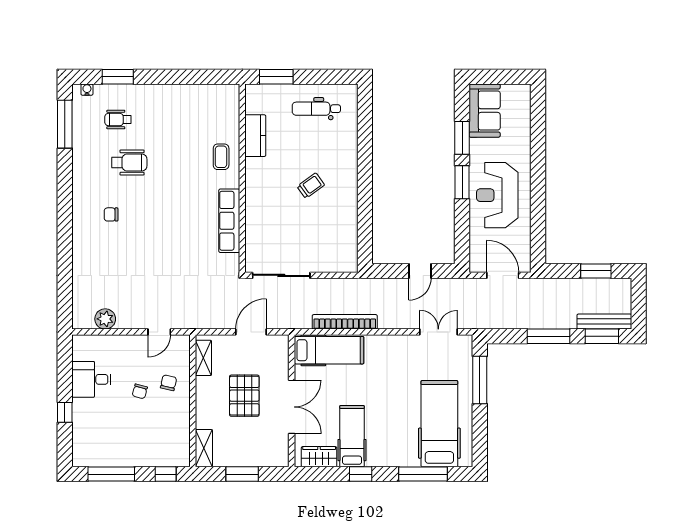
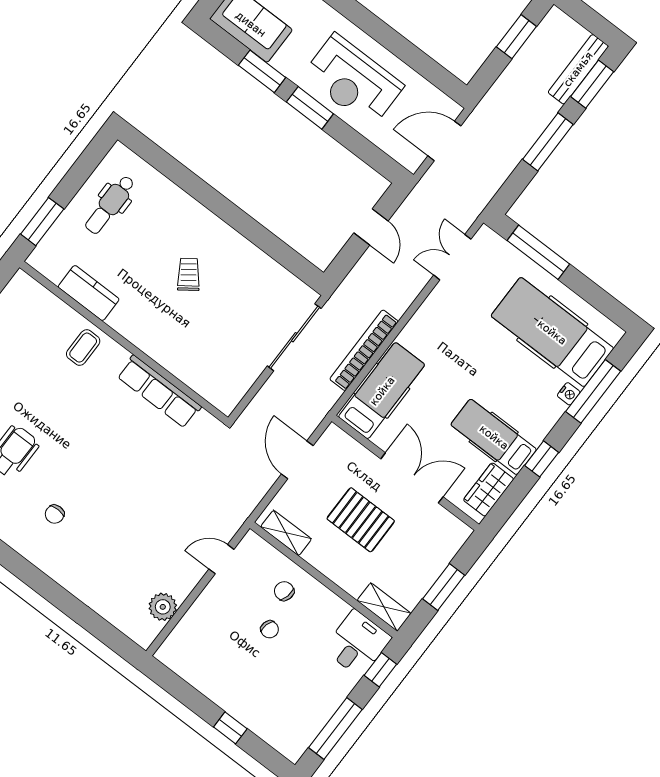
coffee table: (221, 157) -> (83, 348), turned 90
sliding door: (281, 275) -> (294, 337), moved
door: (159, 332) -> (221, 559), swing flipped
desk: (91, 379) -> (357, 644), moved, turned 180
nightstand: (411, 461) -> (569, 394), added

